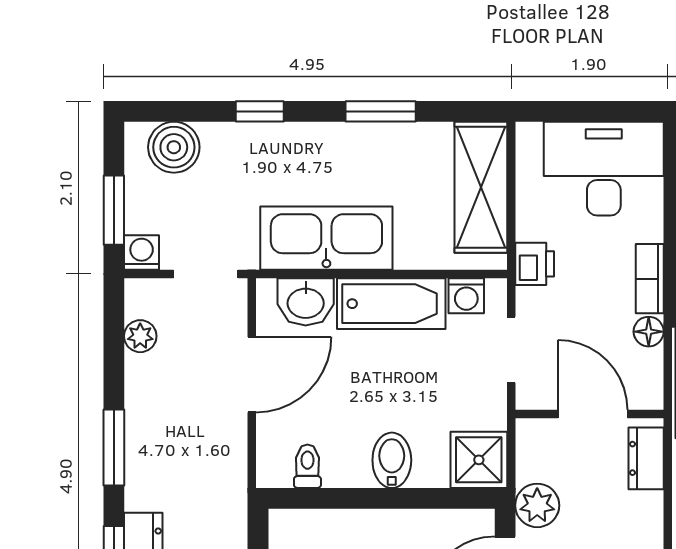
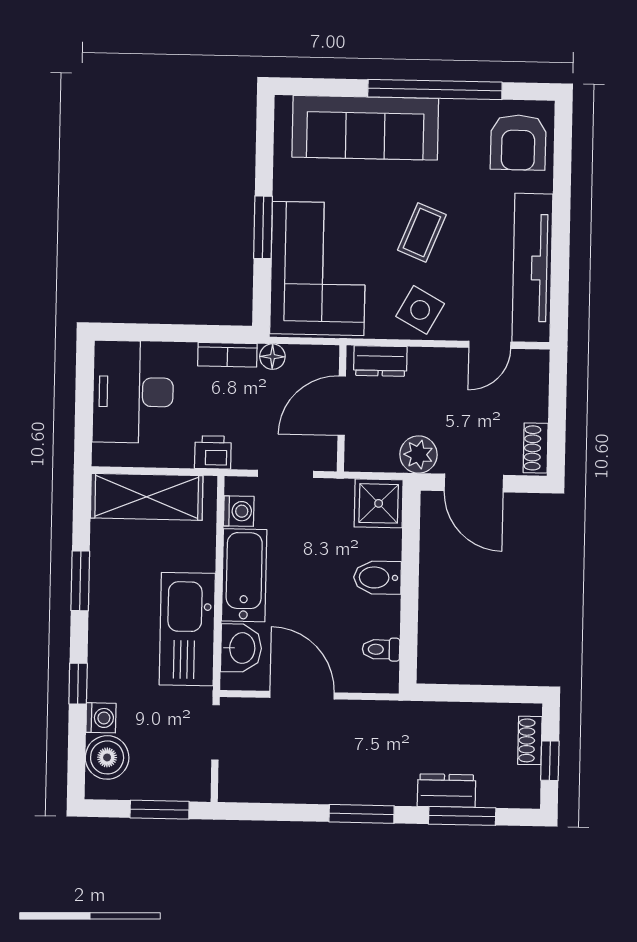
washing machine: (142, 252) -> (101, 718), moved, turned 180
plant: (140, 336) -> (267, 789), removed

